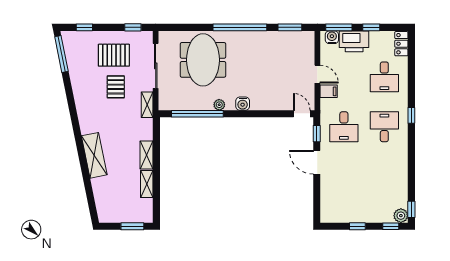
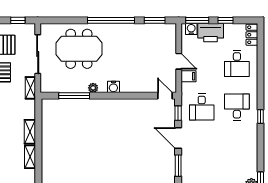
meeting table: (203, 60) -> (79, 49), turned 90
window: (197, 114) -> (74, 96), width x0.68
window: (411, 115) -> (260, 117), moved
window: (317, 194) -> (178, 166), added

